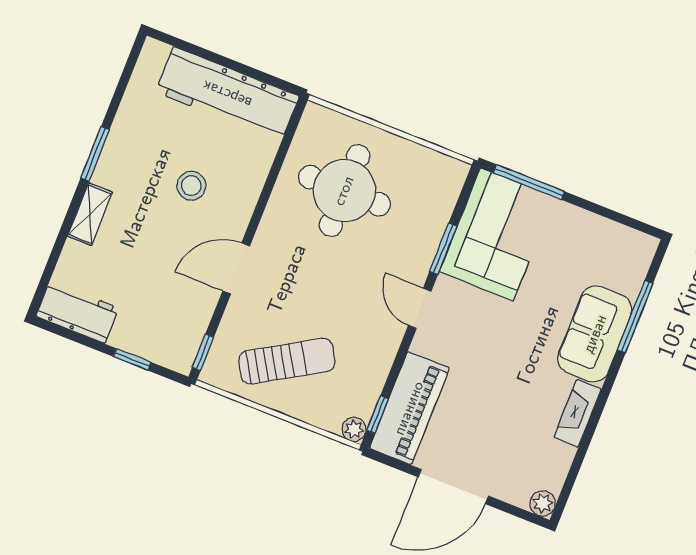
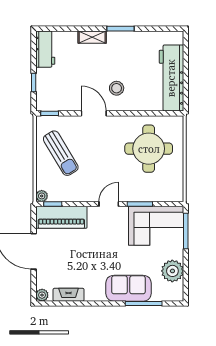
stool: (191, 186) -> (117, 88), moved
plant: (595, 237) -> (172, 271), added
fireplace: (578, 413) -> (69, 295), moved

